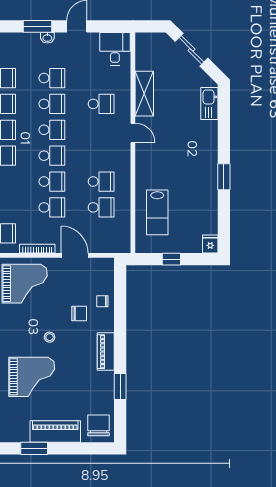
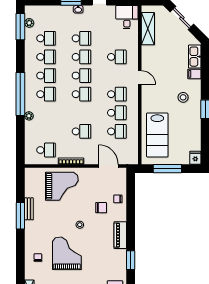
shelving: (144, 94) -> (148, 29), moved
filing cabinet: (209, 128) -> (194, 74), added
stool: (193, 160) -> (183, 97), added
school desk: (52, 182) -> (117, 94), moved
lab bench: (157, 212) -> (157, 135), width x1.36, depth x1.39
door: (75, 255) -> (108, 166), moved
window: (171, 259) -> (167, 169), width x2.17
grand piano: (32, 377) -> (67, 253), turned -90

